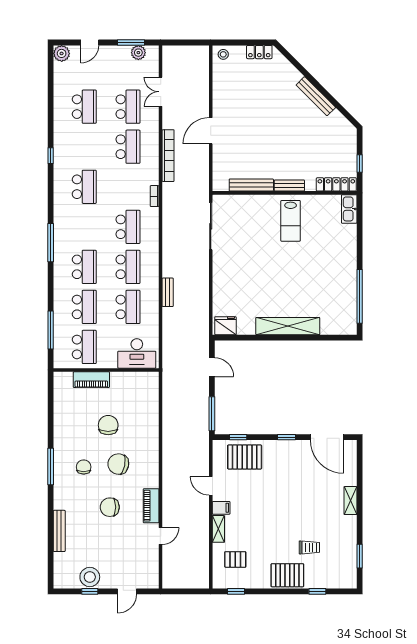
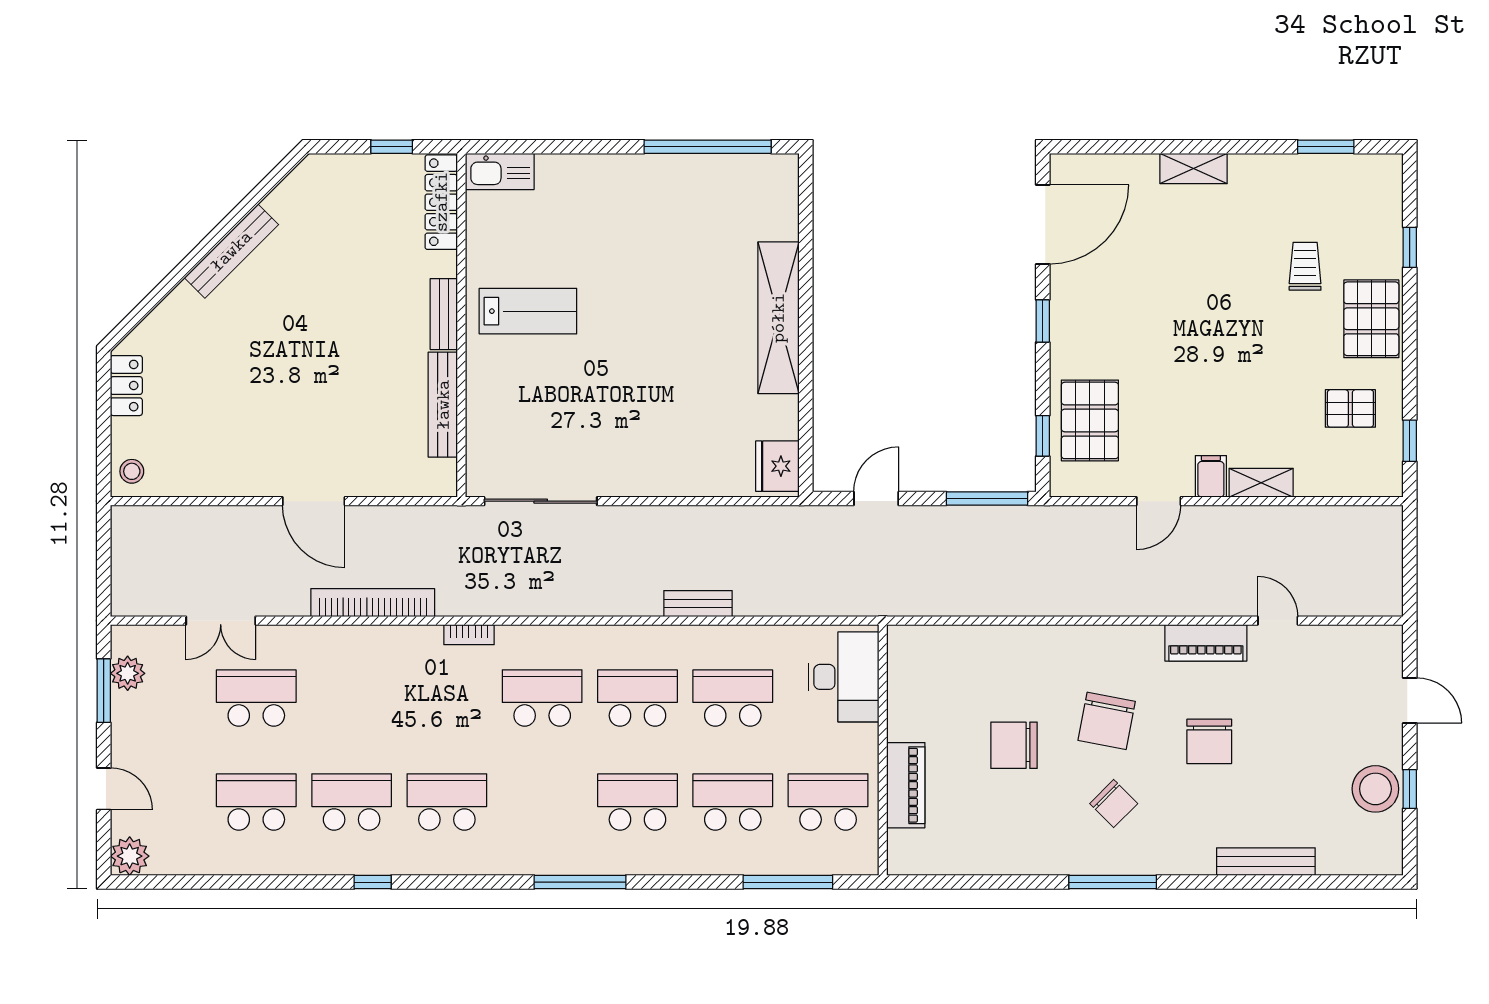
school desk: (128, 147) -> (352, 802), moved
chair: (84, 467) -> (1114, 804), turned -135
pallet: (235, 559) -> (1350, 408), moved, turned 90

